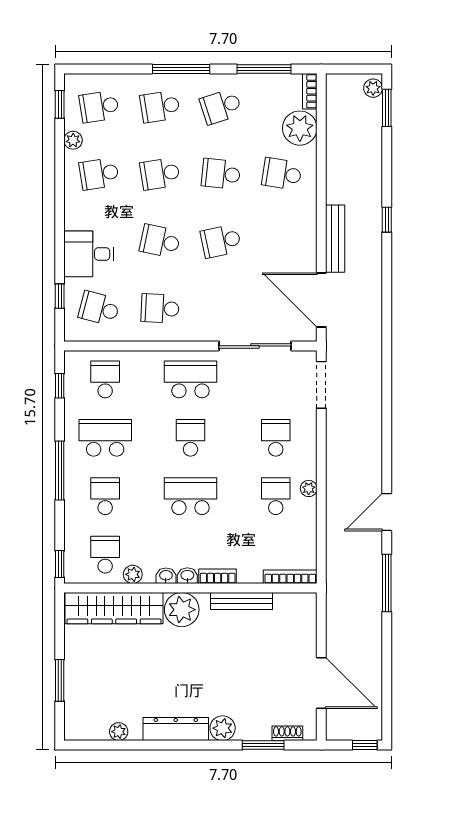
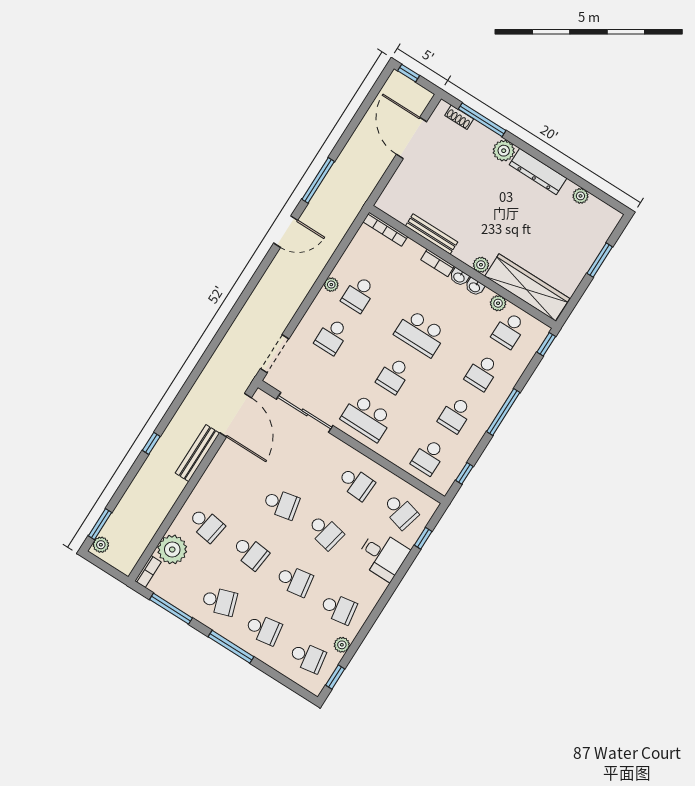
school desk: (105, 438) -> (455, 415), width x0.54
plant: (182, 610) -> (481, 265), width x0.53, depth x0.53
window: (263, 745) -> (482, 120), width x1.44

